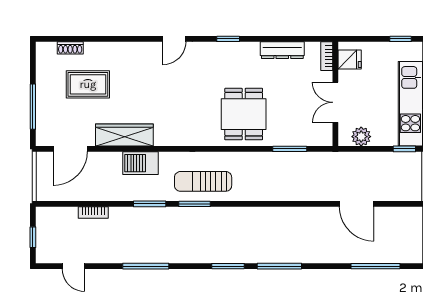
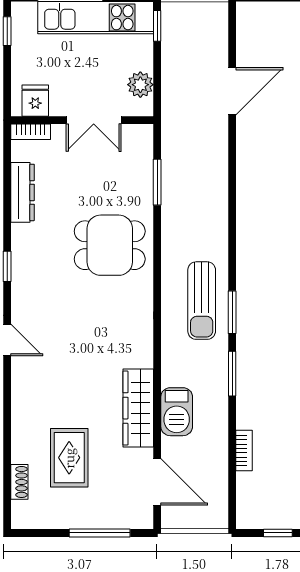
barbecue: (141, 163) -> (177, 412), moved

